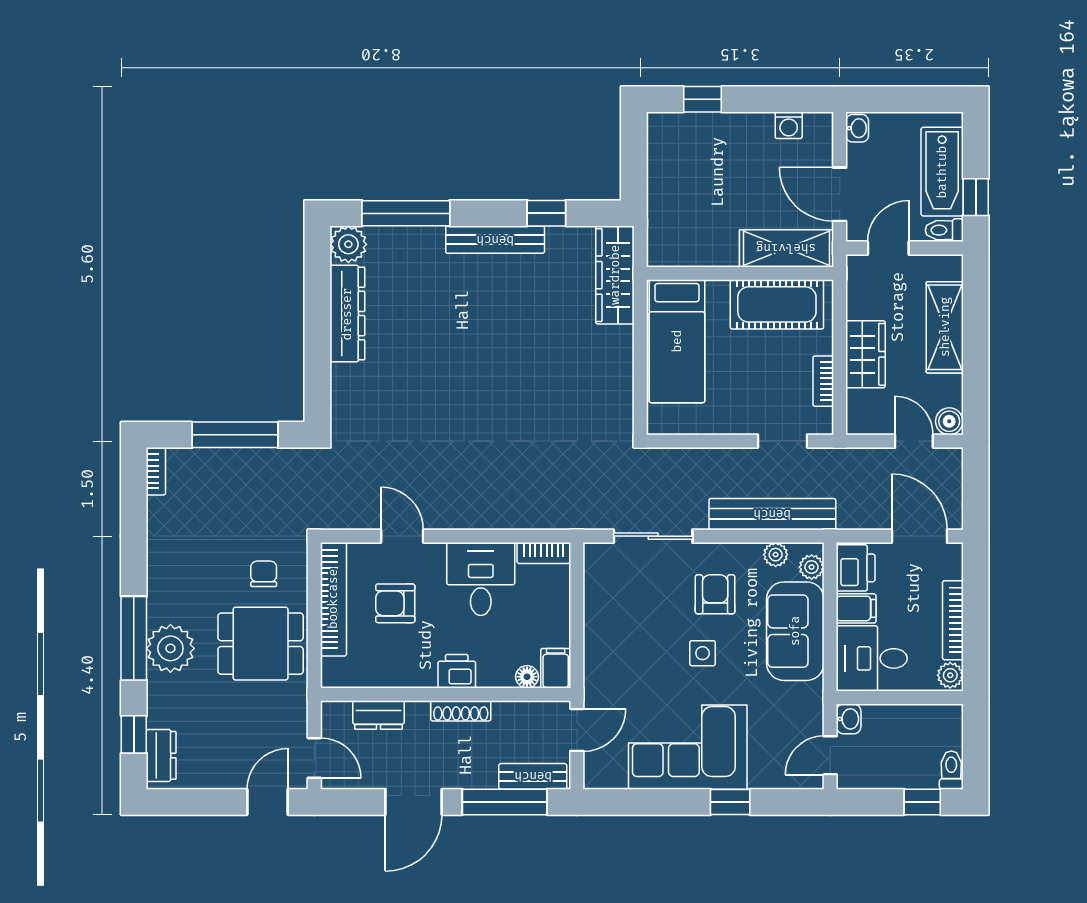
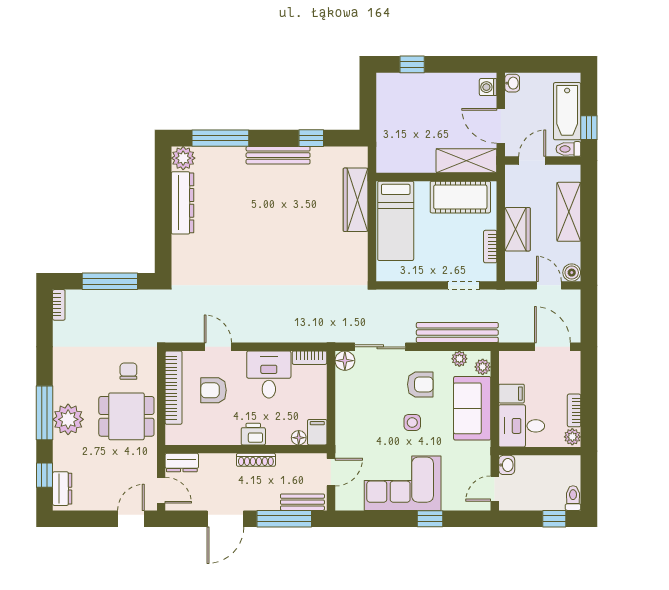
washing machine: (789, 125) -> (488, 87), moved, turned 90
wardrobe: (615, 275) -> (356, 200), moved
floor lamp: (598, 558) -> (345, 361), added
printer: (856, 568) -> (511, 367), removed
armchair: (715, 594) -> (420, 384), turned 90
bookcase: (953, 620) -> (574, 410), width x0.64
dresser: (378, 715) -> (182, 463), moved

